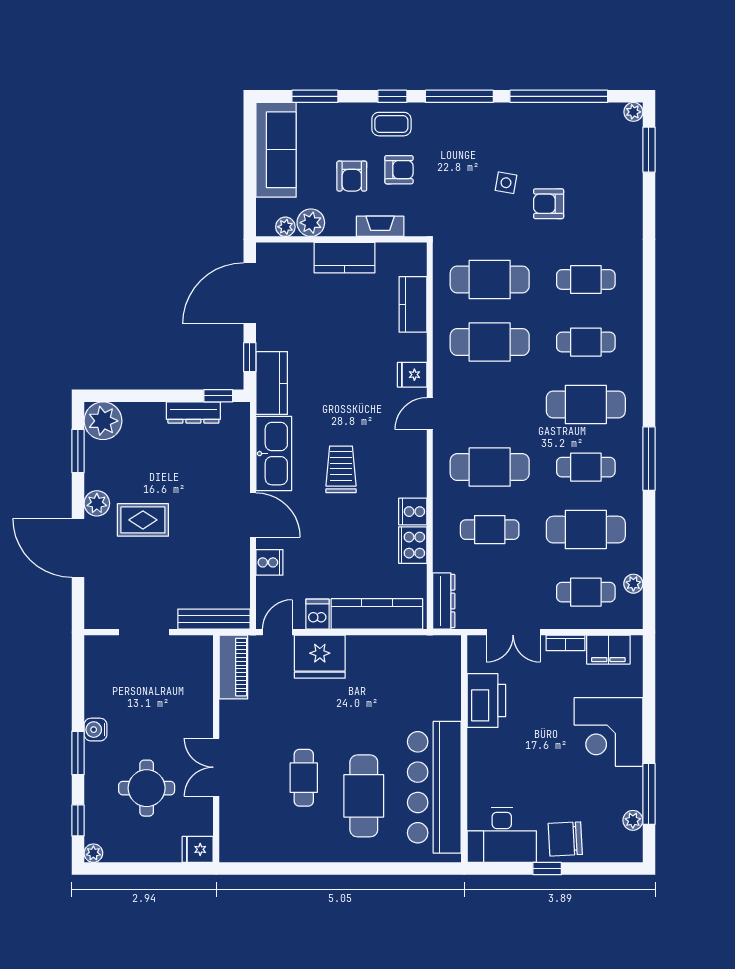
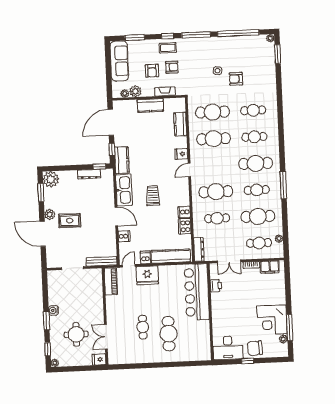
printer: (486, 701) -> (216, 286), width x0.53, depth x0.68
corner desk: (608, 732) -> (272, 320), moved
double door: (216, 767) -> (106, 337), moved
bar counter: (434, 787) -> (197, 292), moved

